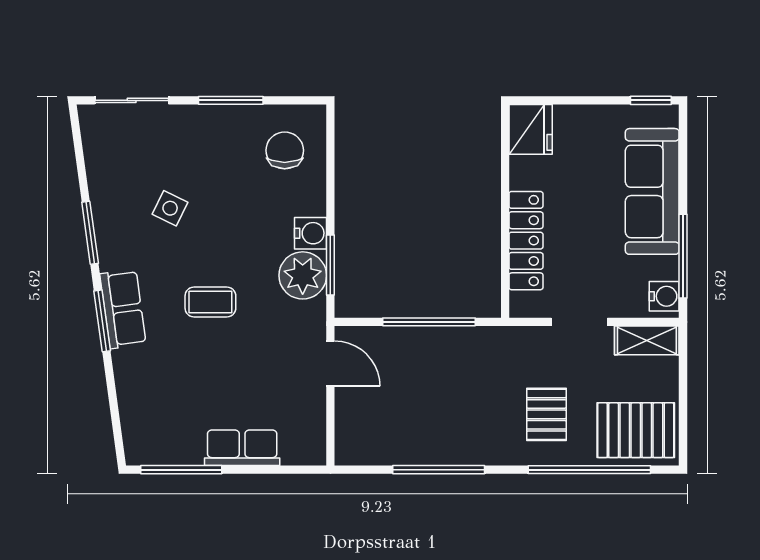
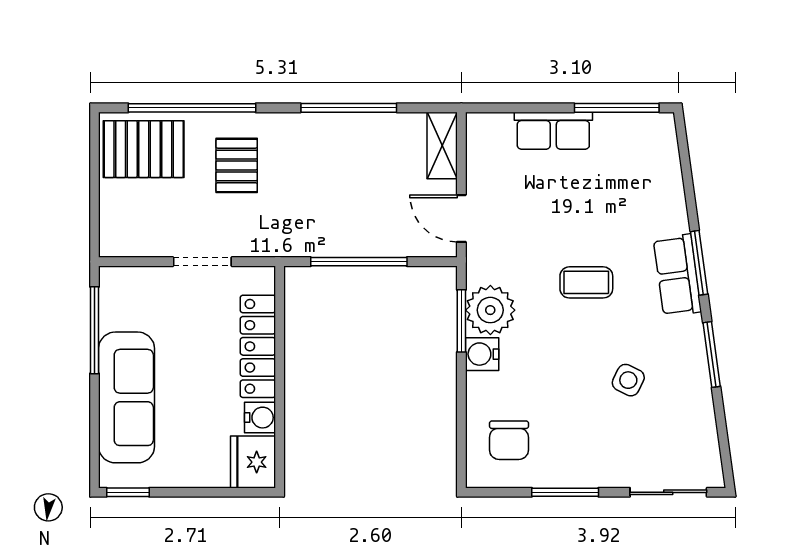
water cooler: (664, 296) -> (260, 418), moved, turned 180
shelving: (647, 340) -> (442, 146), moved, turned 90

